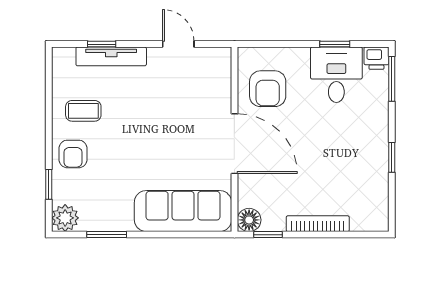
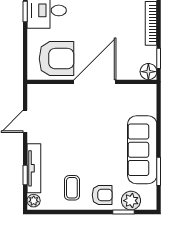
plant: (65, 56) -> (34, 201), added
armchair: (268, 89) -> (56, 59), width x1.36, depth x1.36
sofa: (183, 211) -> (142, 150), moved
plant: (65, 218) -> (131, 201), moved

